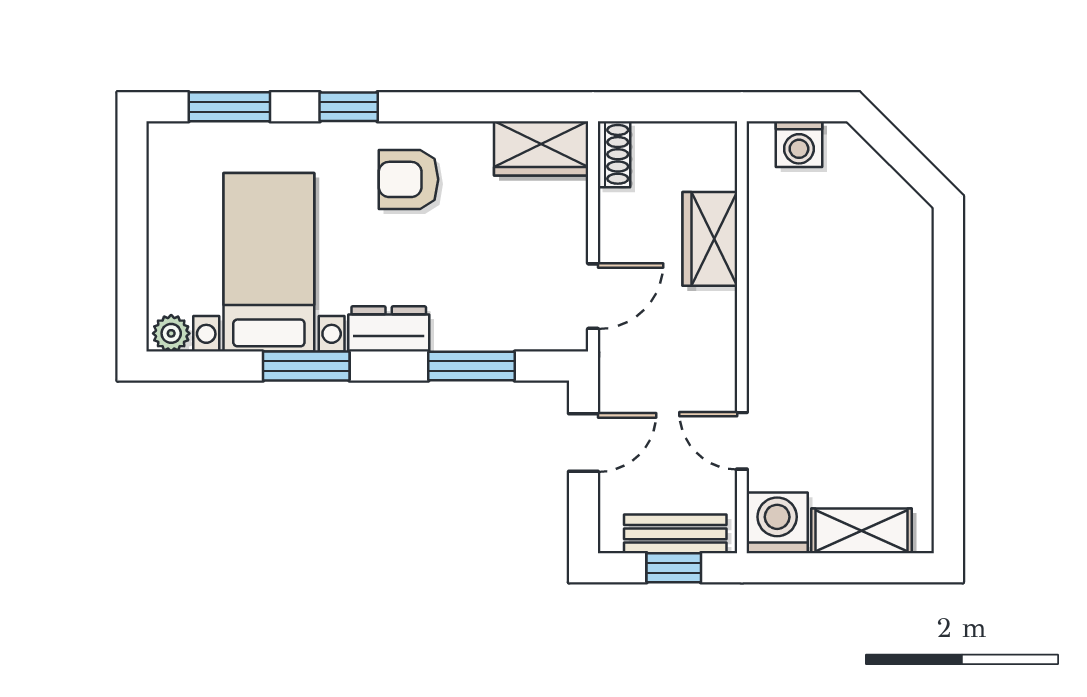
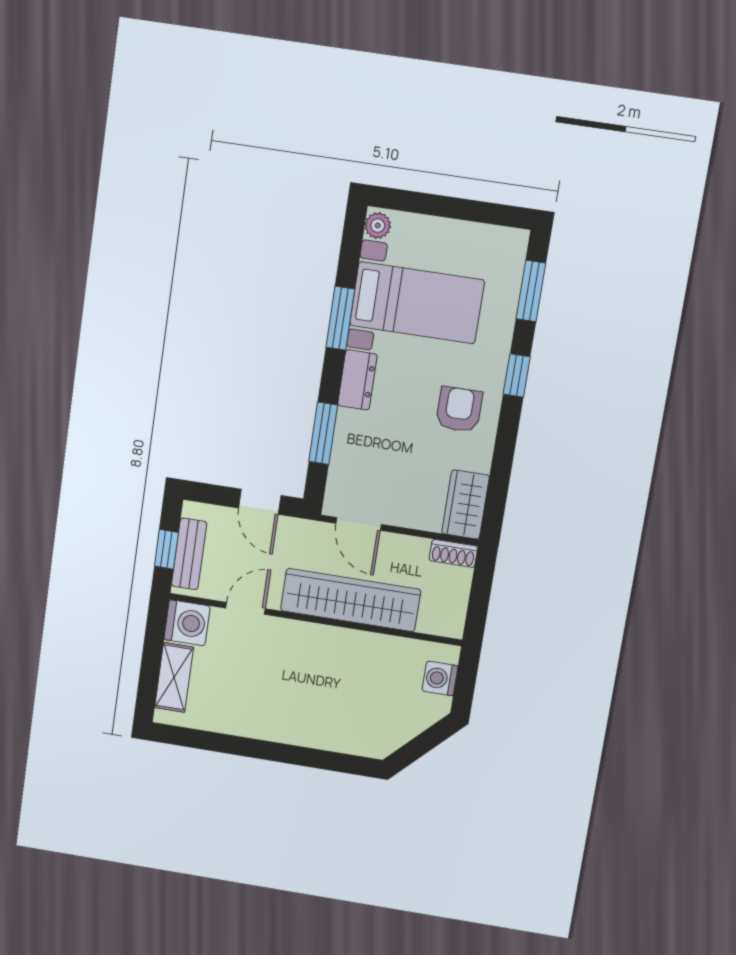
wardrobe: (710, 239) -> (351, 600), width x2.10, depth x1.17

